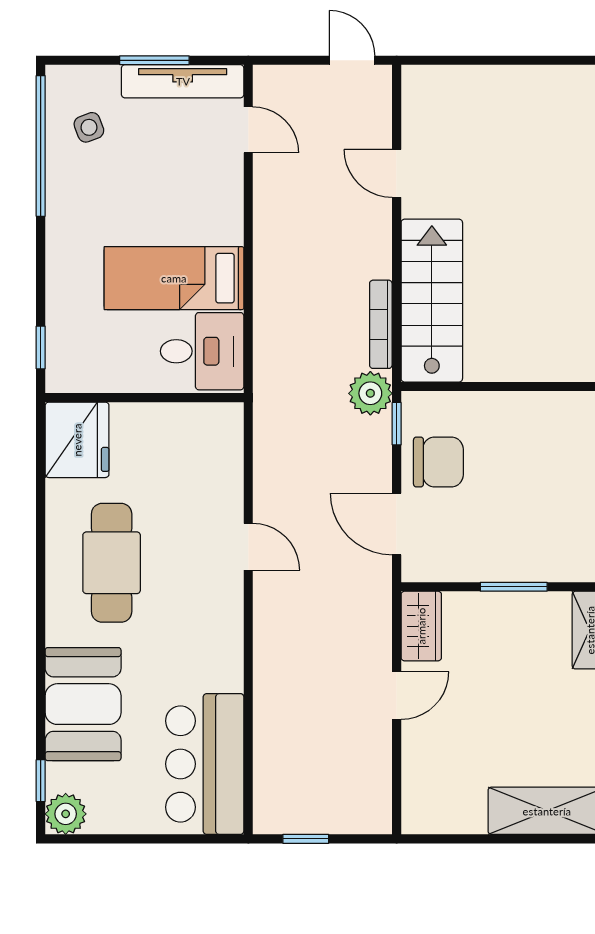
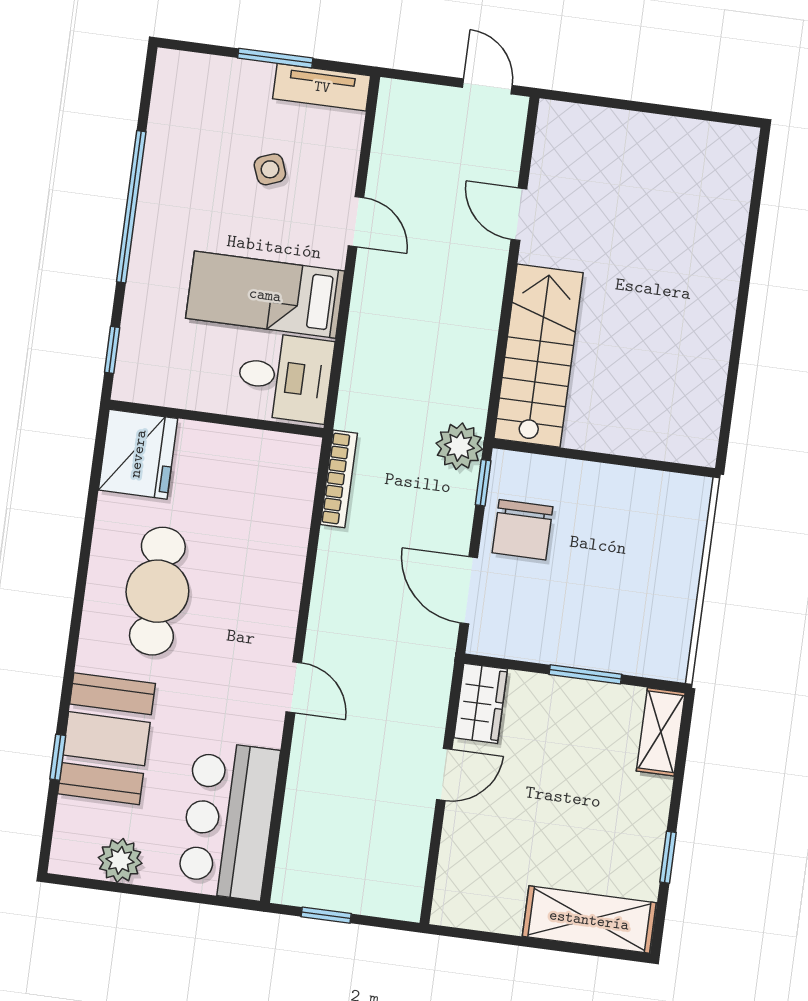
tv unit: (183, 81) -> (322, 87), width x0.71
side table: (89, 127) -> (270, 169), moved
door: (248, 130) -> (356, 222), moved
window: (41, 146) -> (131, 207), moved
bookcase: (381, 324) -> (339, 479), moved, turned 180
chair: (438, 462) -> (523, 530), turned 90
door: (248, 547) -> (294, 687), moved
window: (41, 781) -> (58, 757), moved
plant: (66, 814) -> (120, 860), moved

